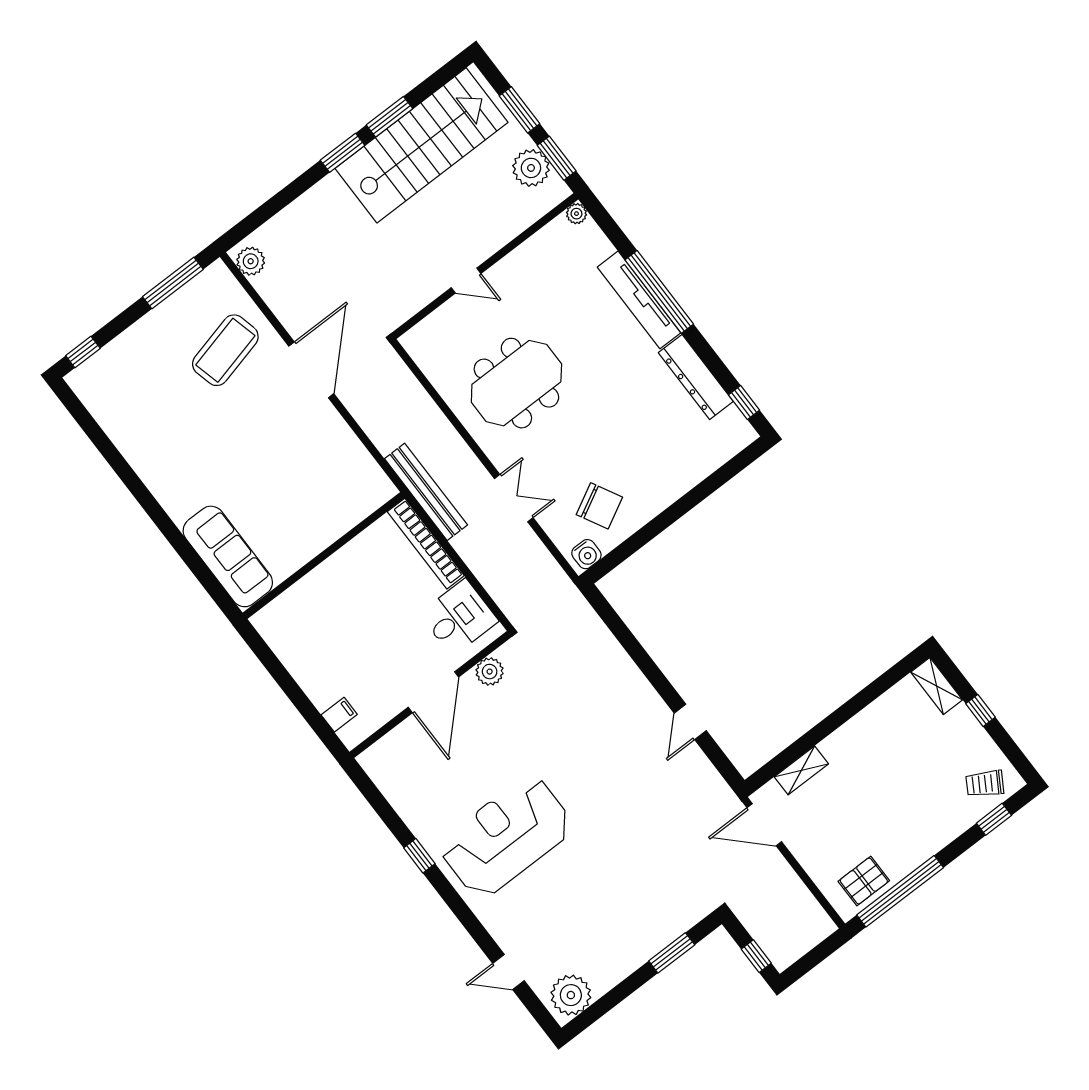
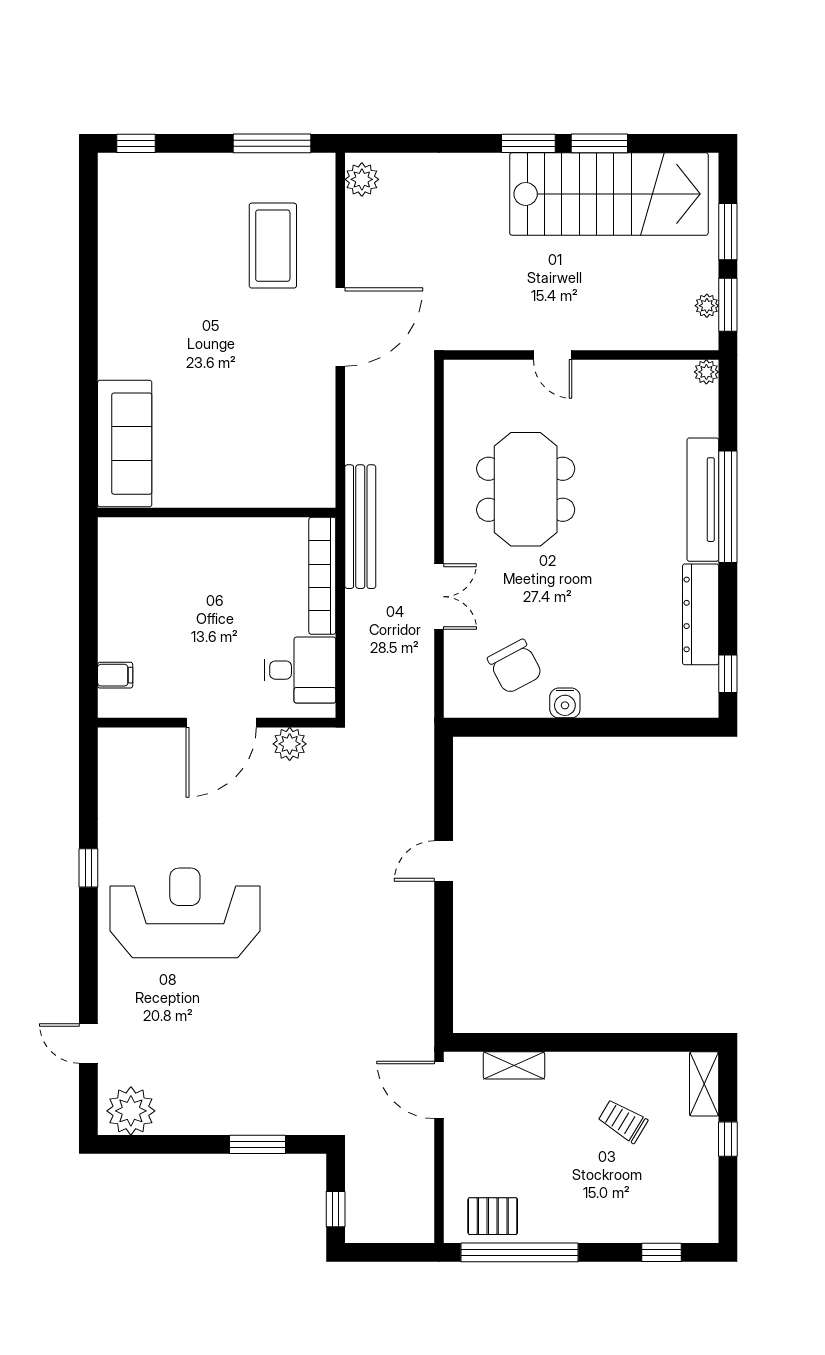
plant: (531, 168) -> (707, 306), width x0.53, depth x0.53
coffee table: (225, 350) -> (273, 246), turned -76
meeting table: (516, 383) -> (526, 489), turned 90
water cooler: (586, 554) -> (565, 703), moved
door: (690, 722) -> (444, 861), moved
trolley: (985, 784) -> (623, 1121), moved

